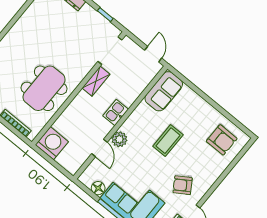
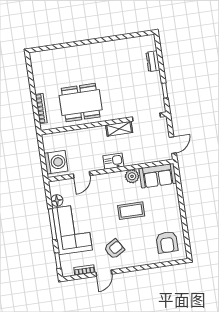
plant: (119, 139) -> (132, 176), moved
washing machine: (52, 143) -> (56, 162), moved
armchair: (183, 185) -> (114, 249), turned 92

